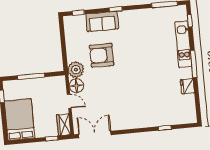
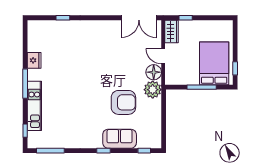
bed: (20, 120) -> (214, 63), moved, turned 180

